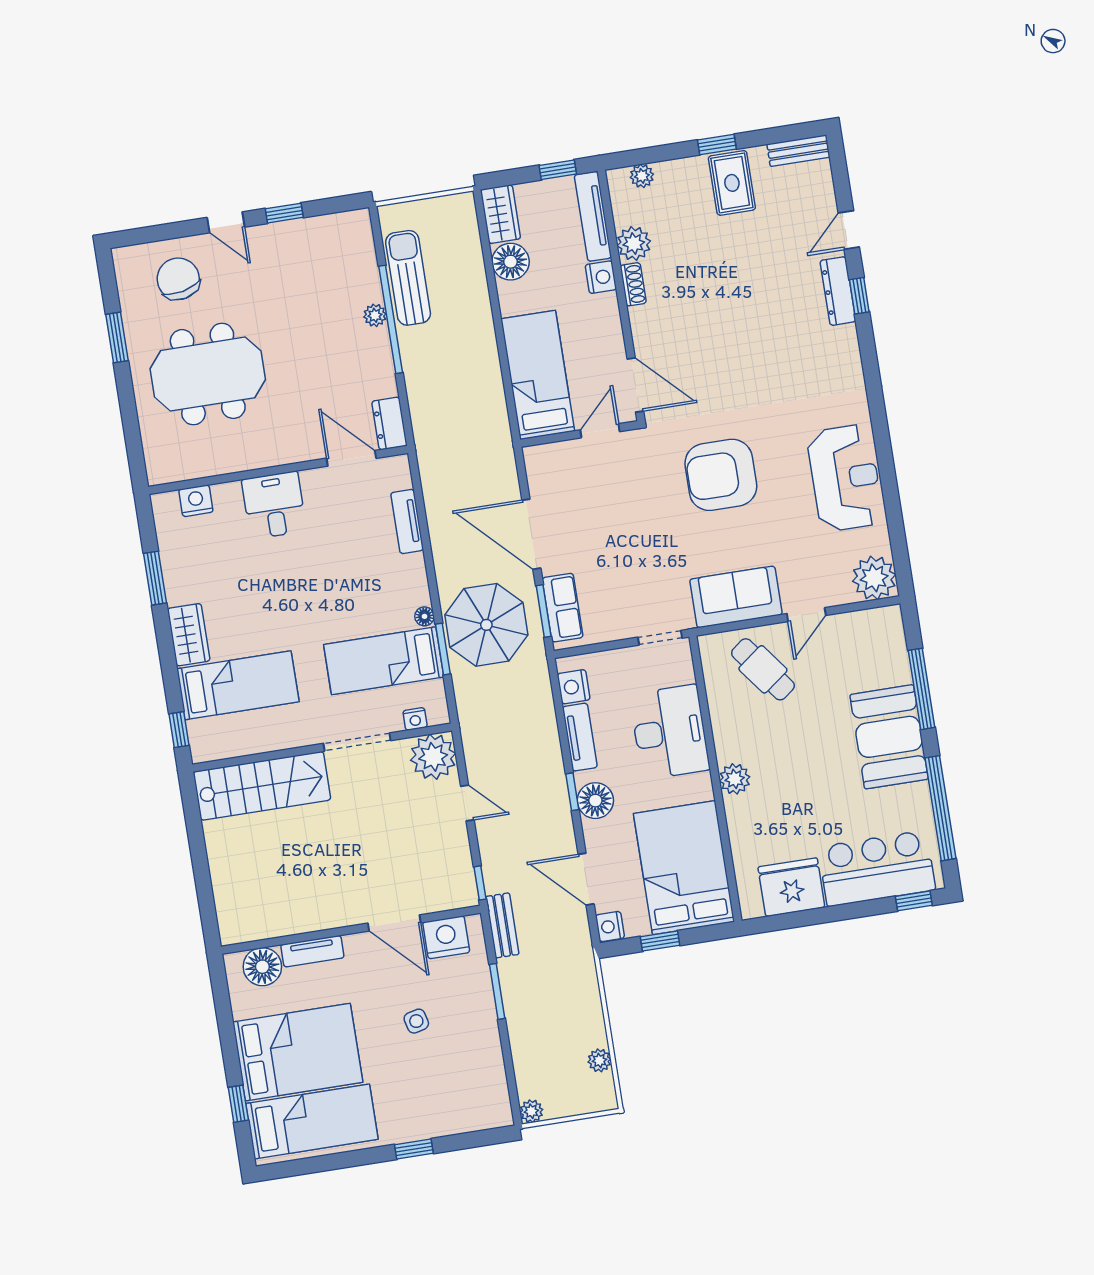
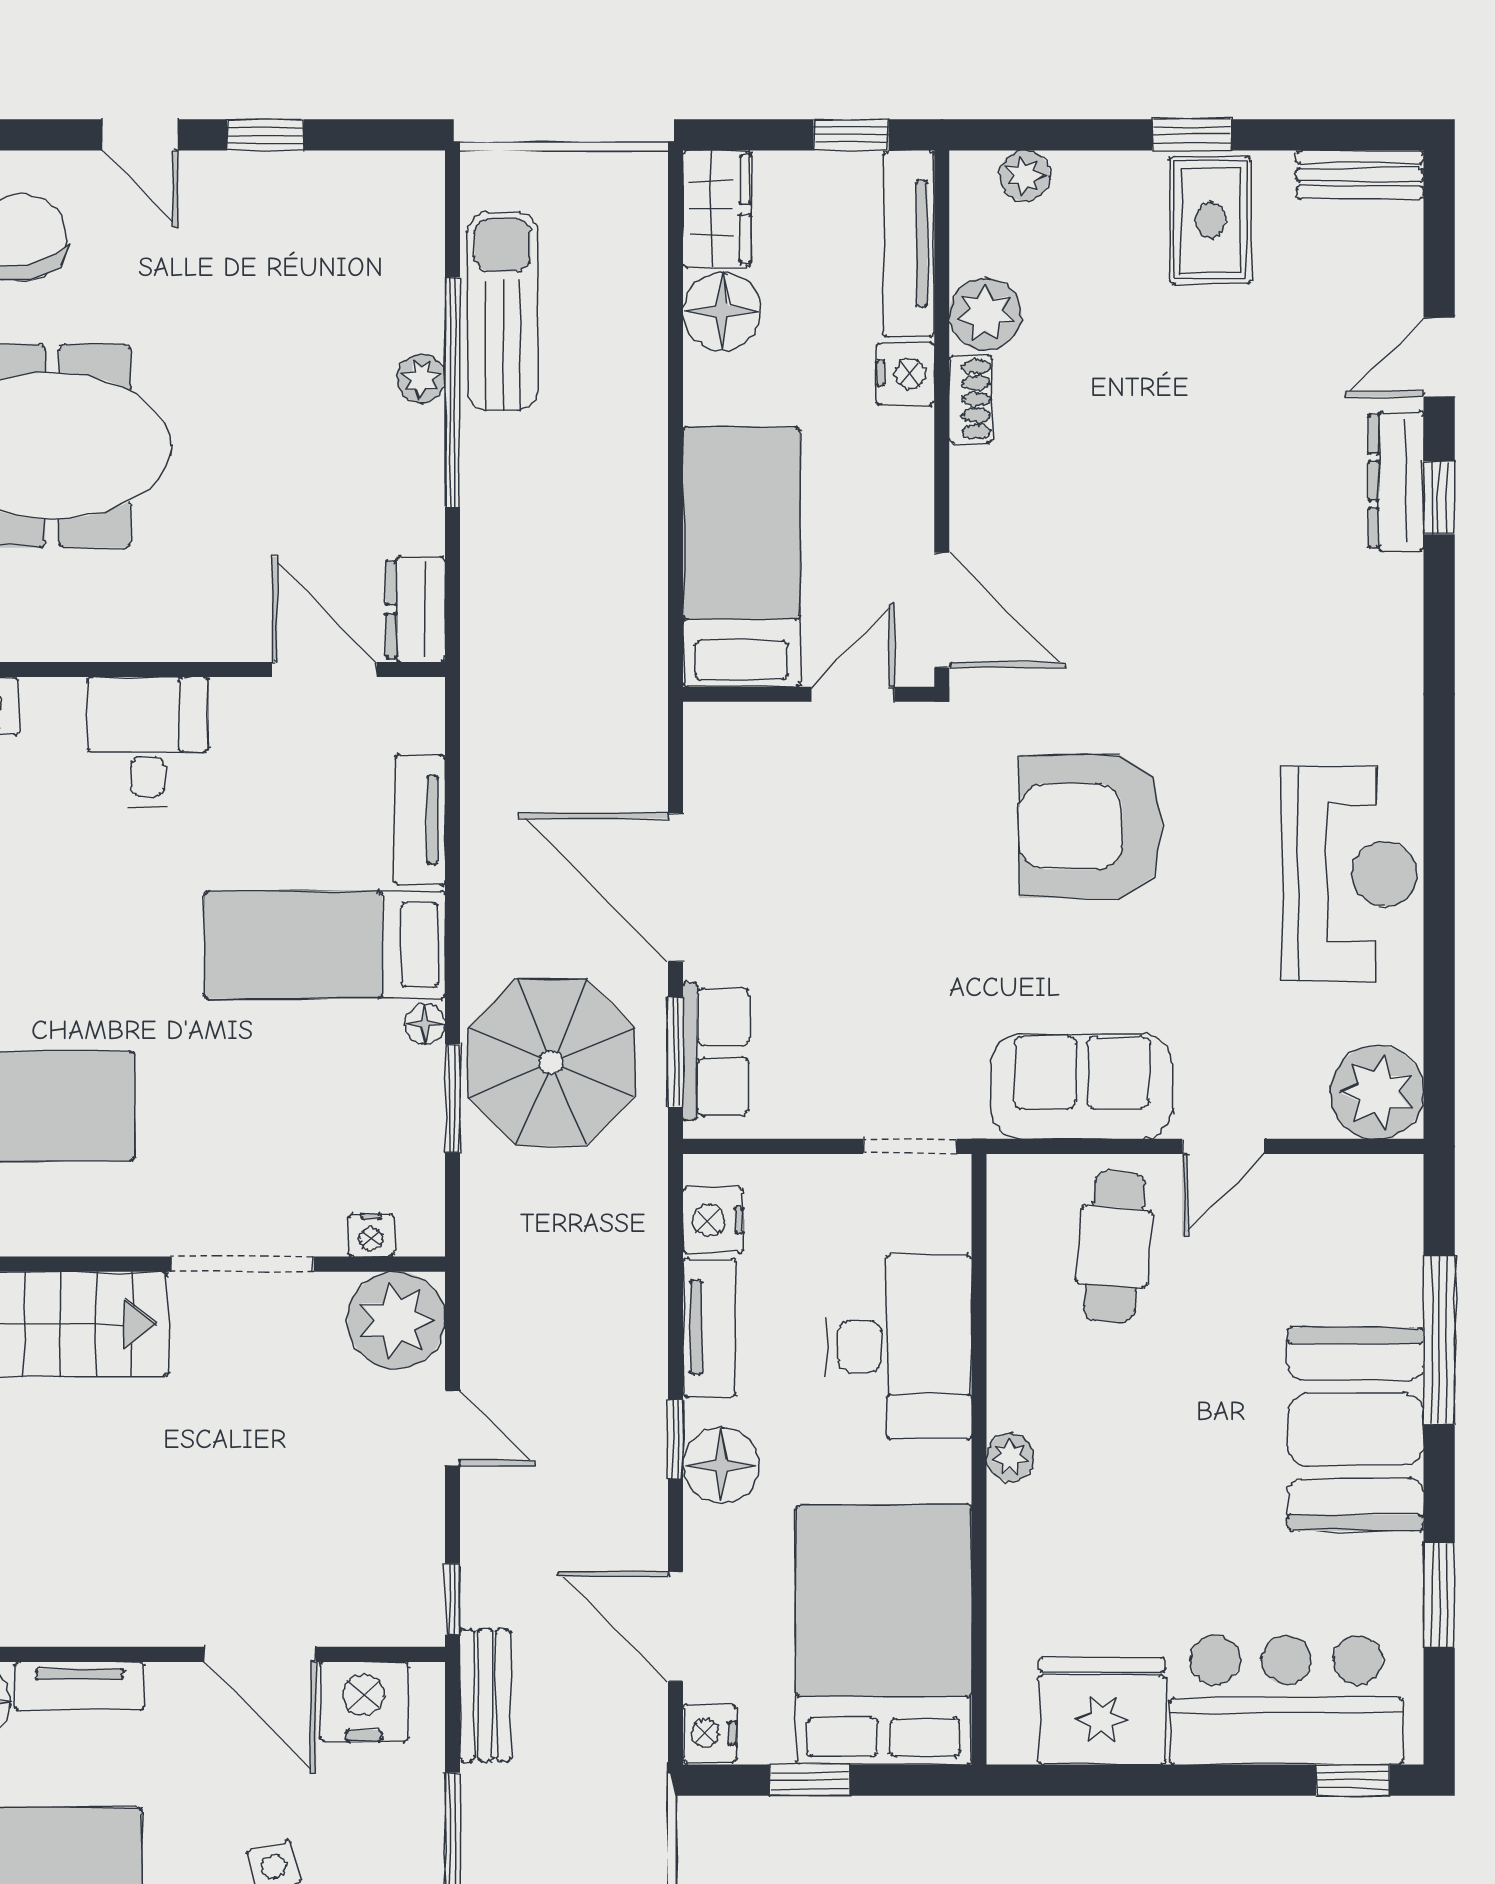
bed: (384, 661) -> (325, 945), moved
cafe table: (763, 669) -> (1114, 1247), turned 42
plant: (735, 779) -> (1010, 1457), width x0.73, depth x0.73
window: (940, 808) -> (1439, 1595), width x0.47

